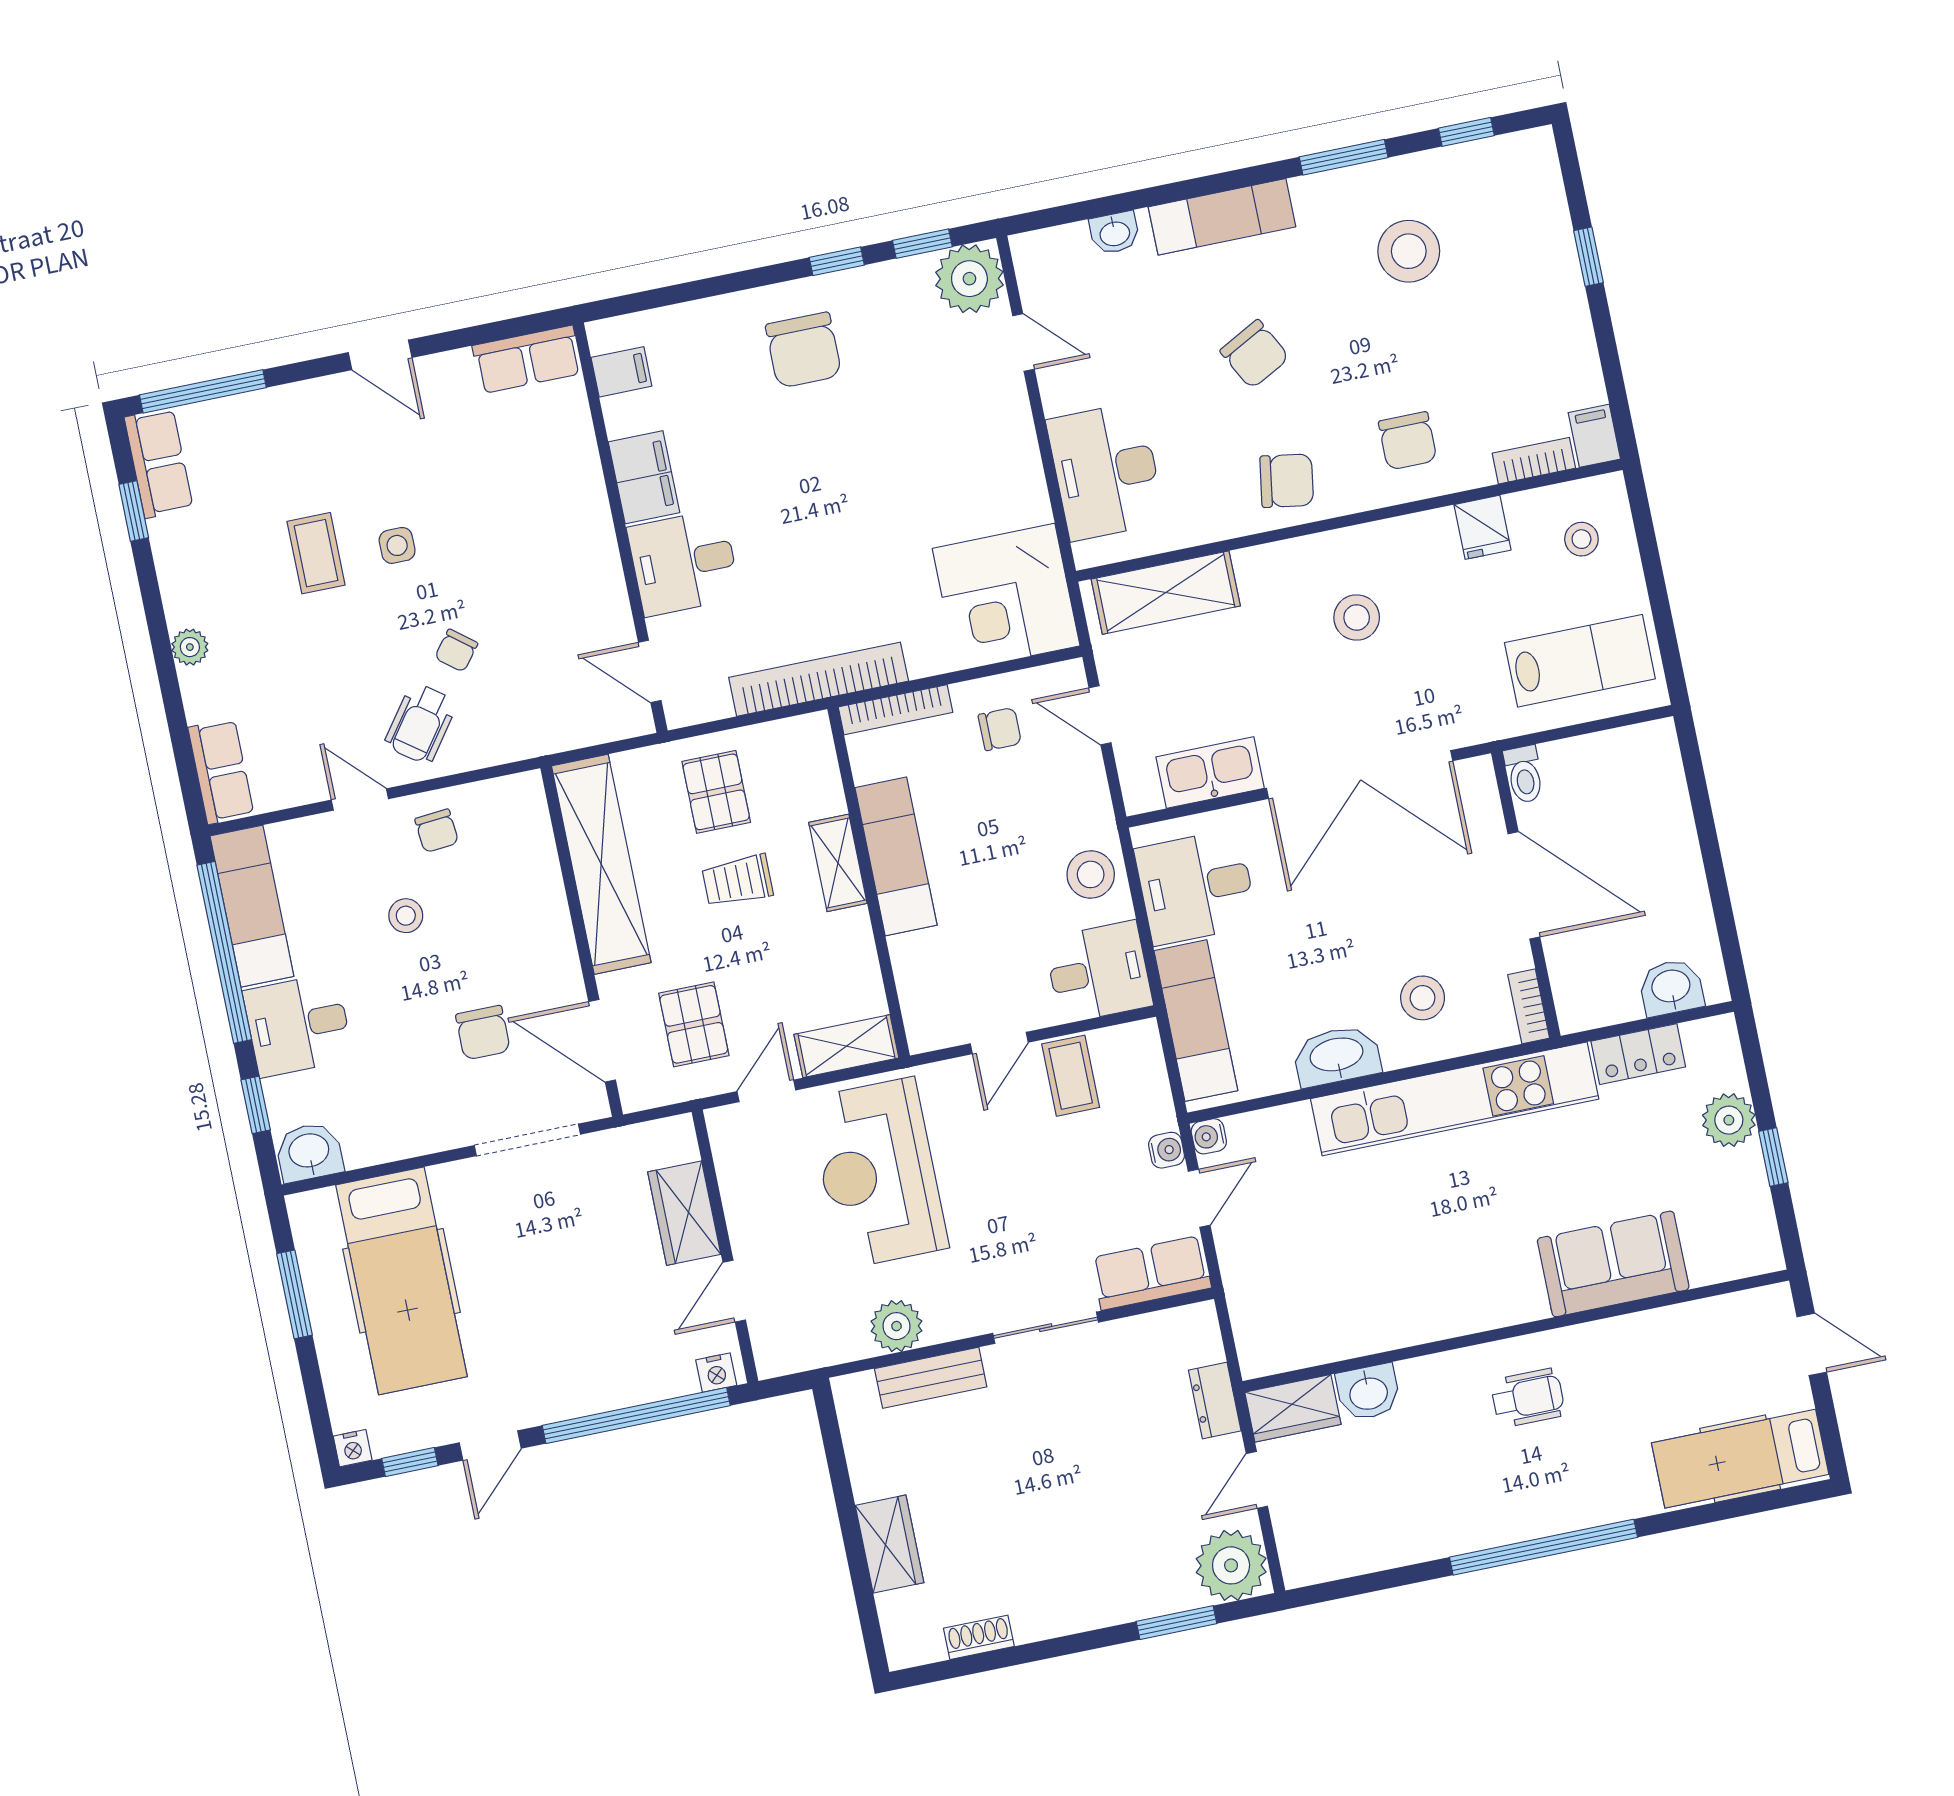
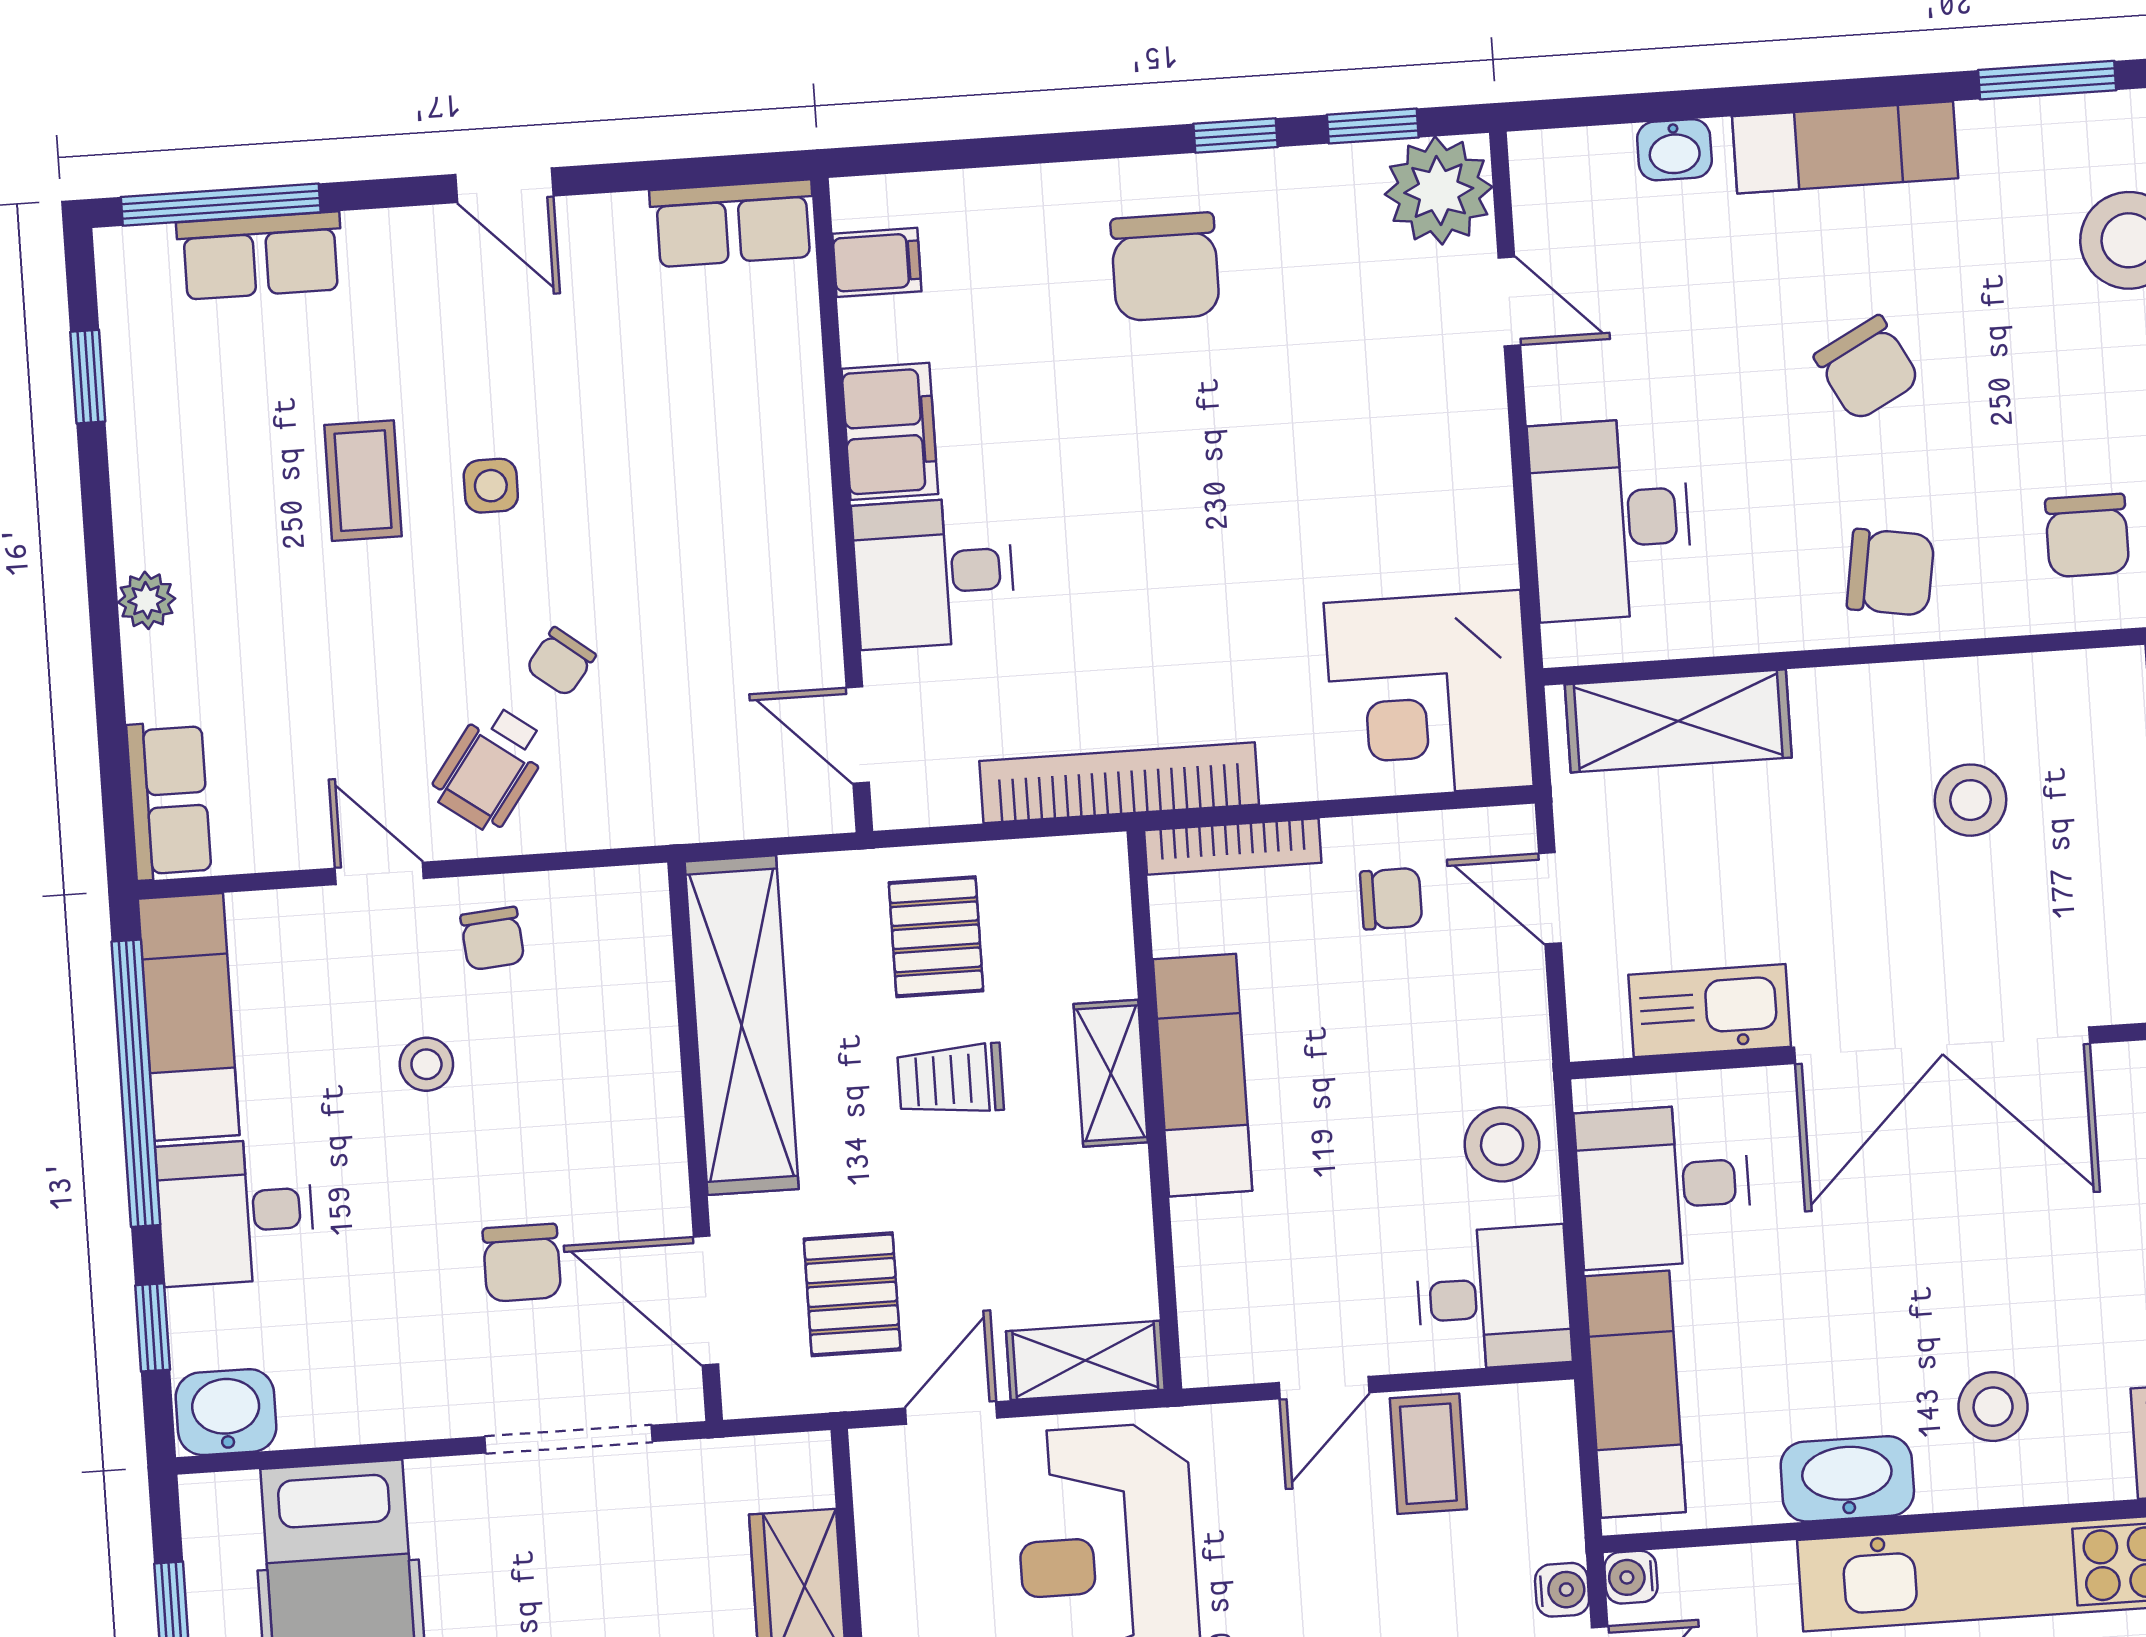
row of seats: (159, 463) -> (260, 256), moved, turned 90

